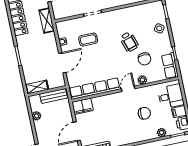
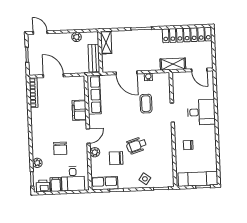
row of seats: (95, 89) -> (94, 95), width x0.73
door: (128, 89) -> (88, 136), hinge flipped
filing cabinet: (83, 106) -> (79, 110), moved

